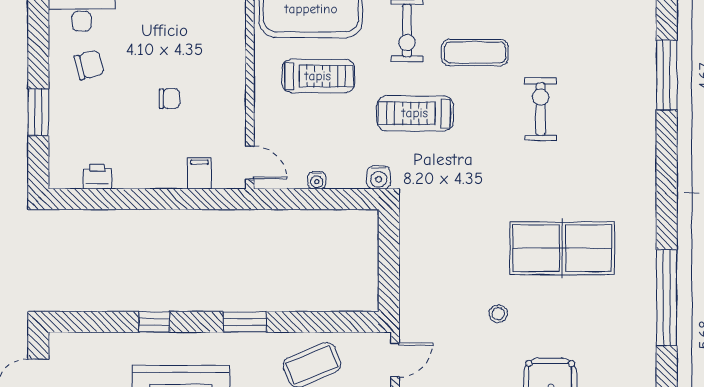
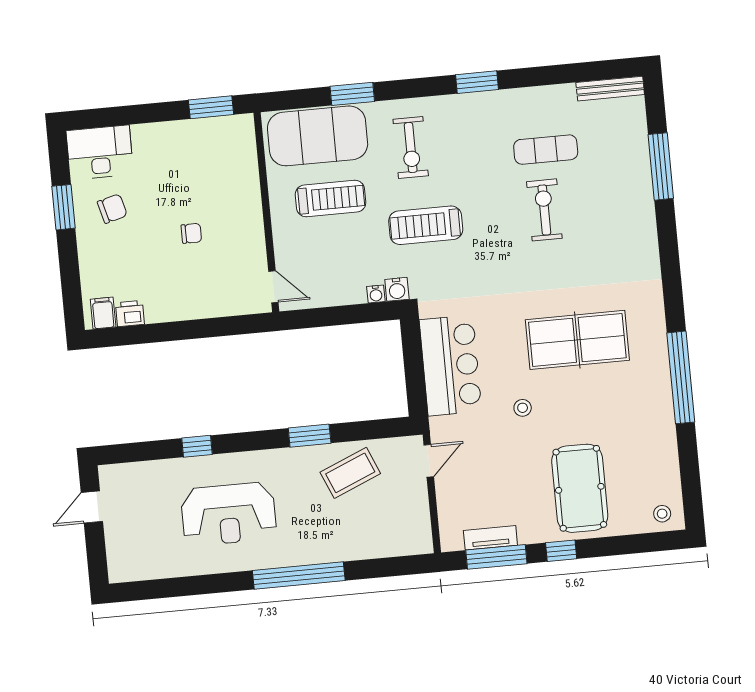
exercise mat: (475, 53) -> (546, 150), moved
window: (38, 112) -> (64, 207), moved
filing cabinet: (199, 173) -> (103, 313), moved
water cooler: (317, 180) -> (376, 294), moved
bar counter: (427, 262) -> (450, 366), added
window: (245, 322) -> (310, 436), moved

